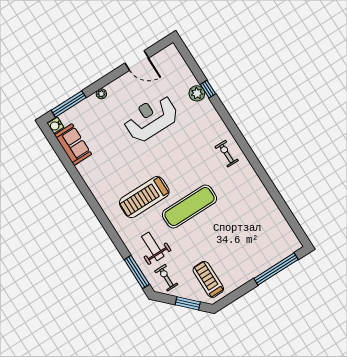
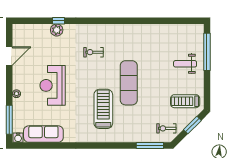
reception desk: (151, 118) -> (53, 85), moved
sofa: (73, 145) -> (43, 134), width x1.36
exercise bike: (227, 154) -> (93, 52), moved
treadmill: (144, 197) -> (103, 109), turned 180
weight bench: (153, 246) -> (185, 64), moved

